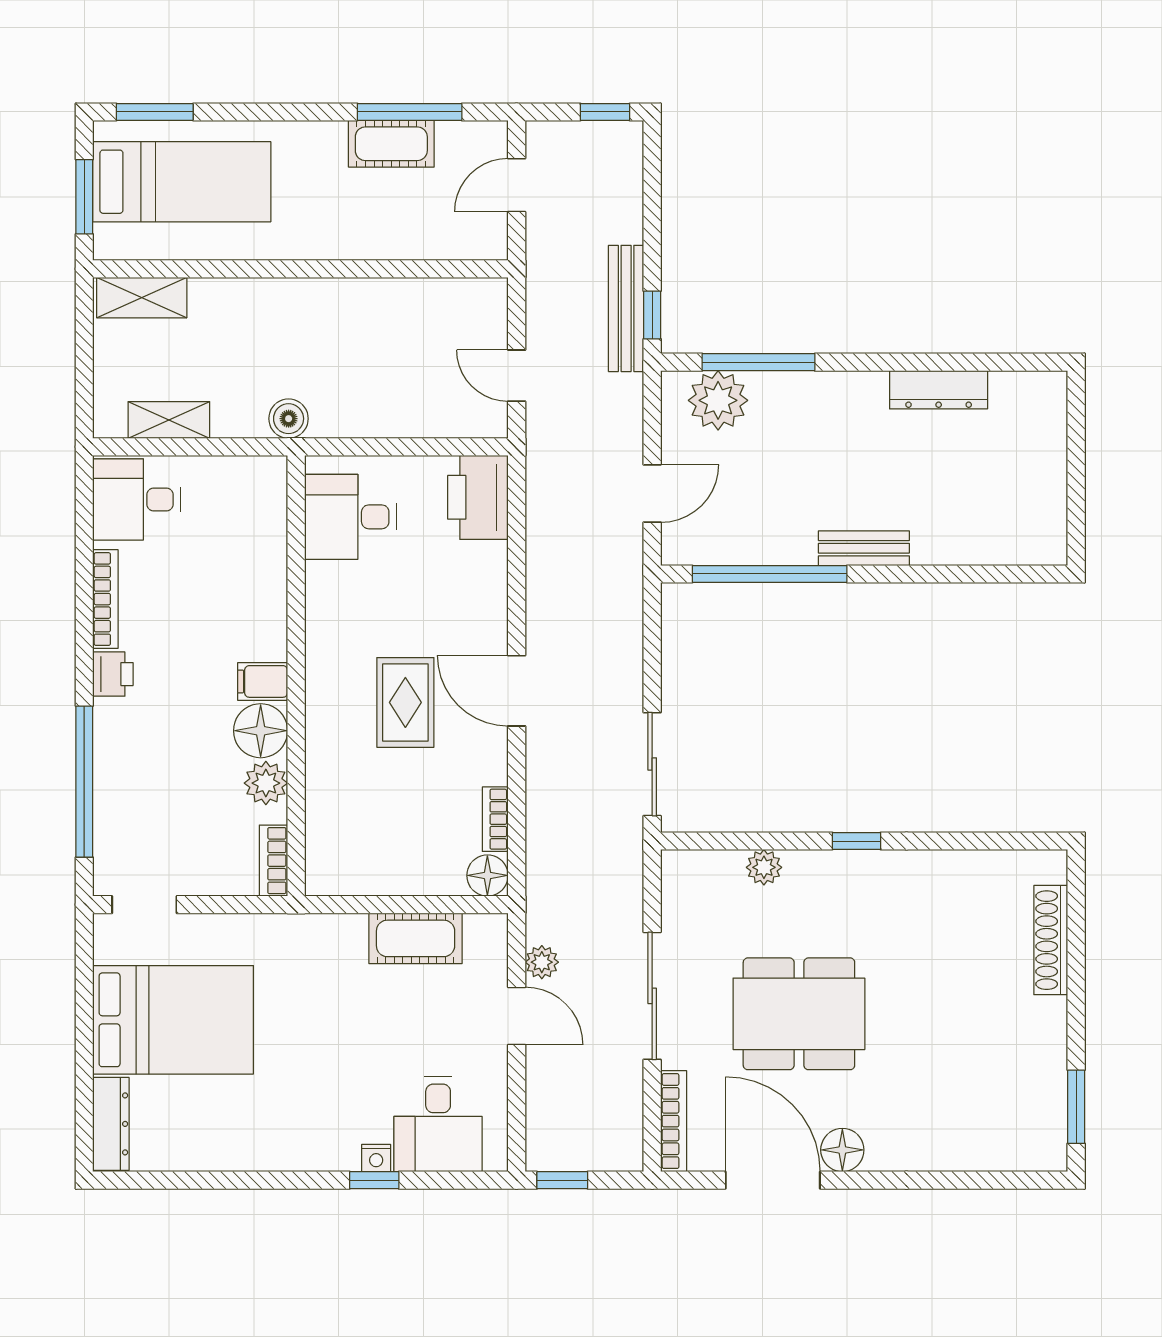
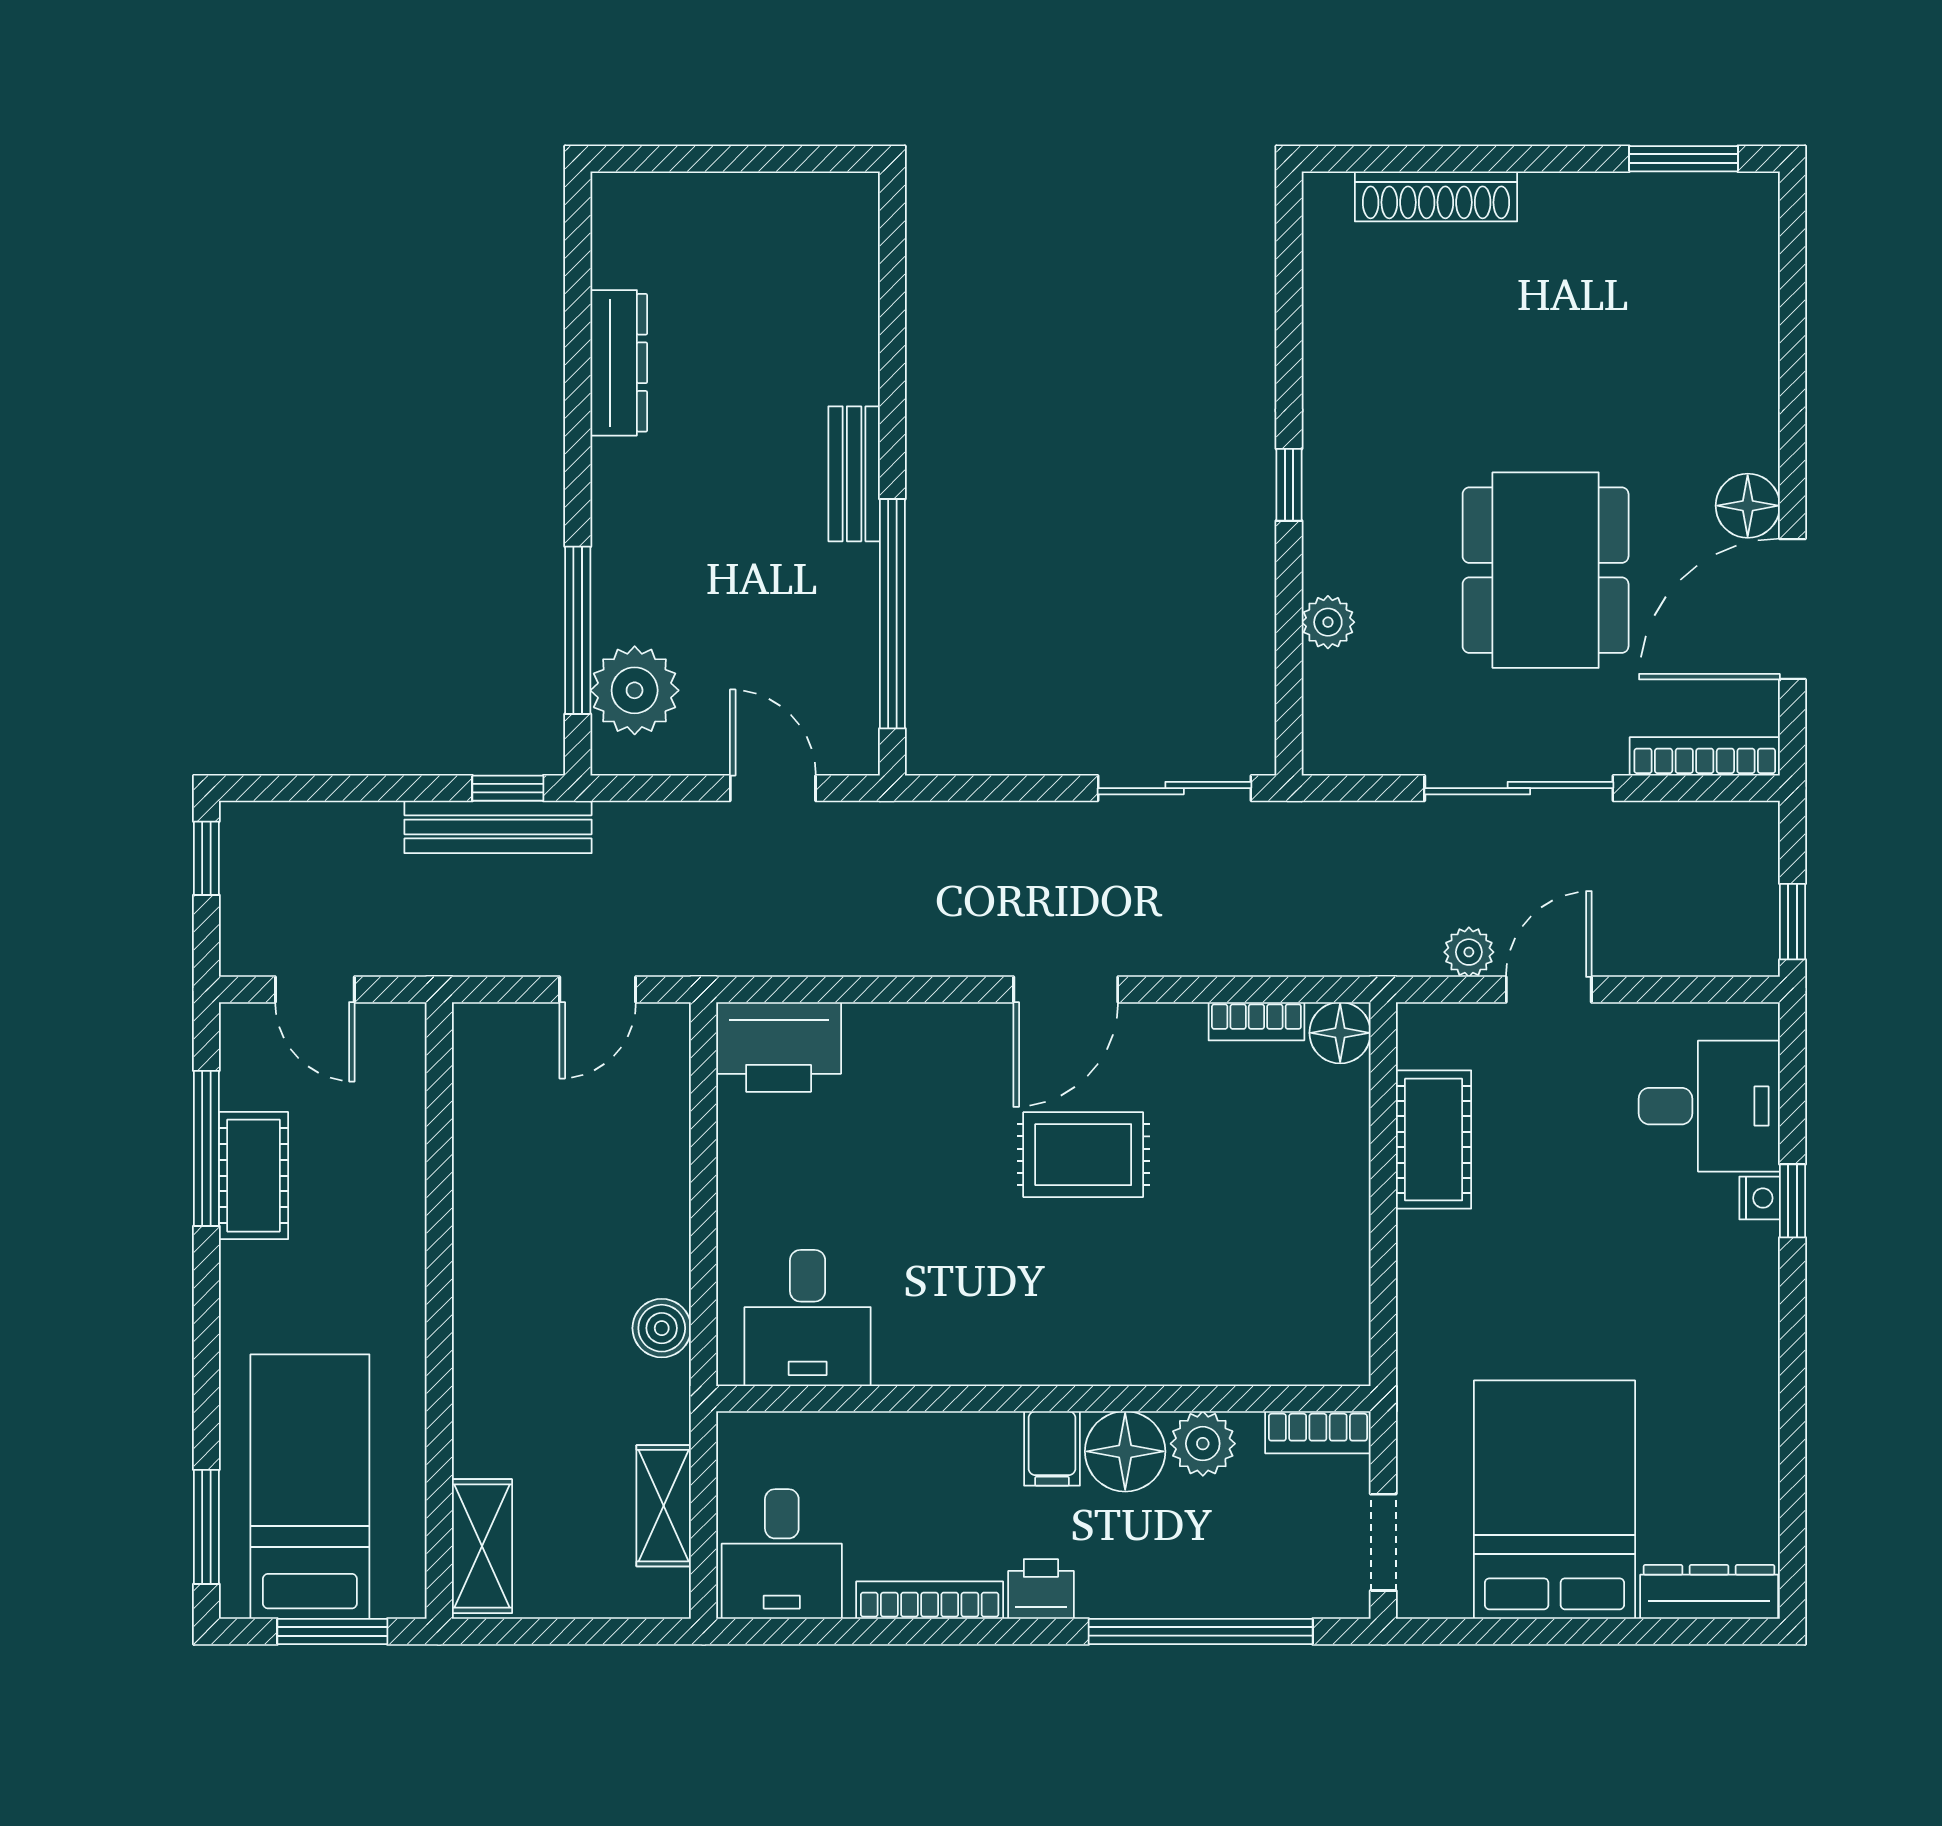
desk: (350, 517) -> (808, 1318), moved
wall: (296, 676) -> (1043, 1399), moved
filing cabinet: (263, 681) -> (1052, 1448), moved
floor lamp: (261, 731) -> (1125, 1451), moved
plant: (266, 783) -> (1203, 1444), moved
bookcase: (273, 861) -> (1318, 1432), moved

